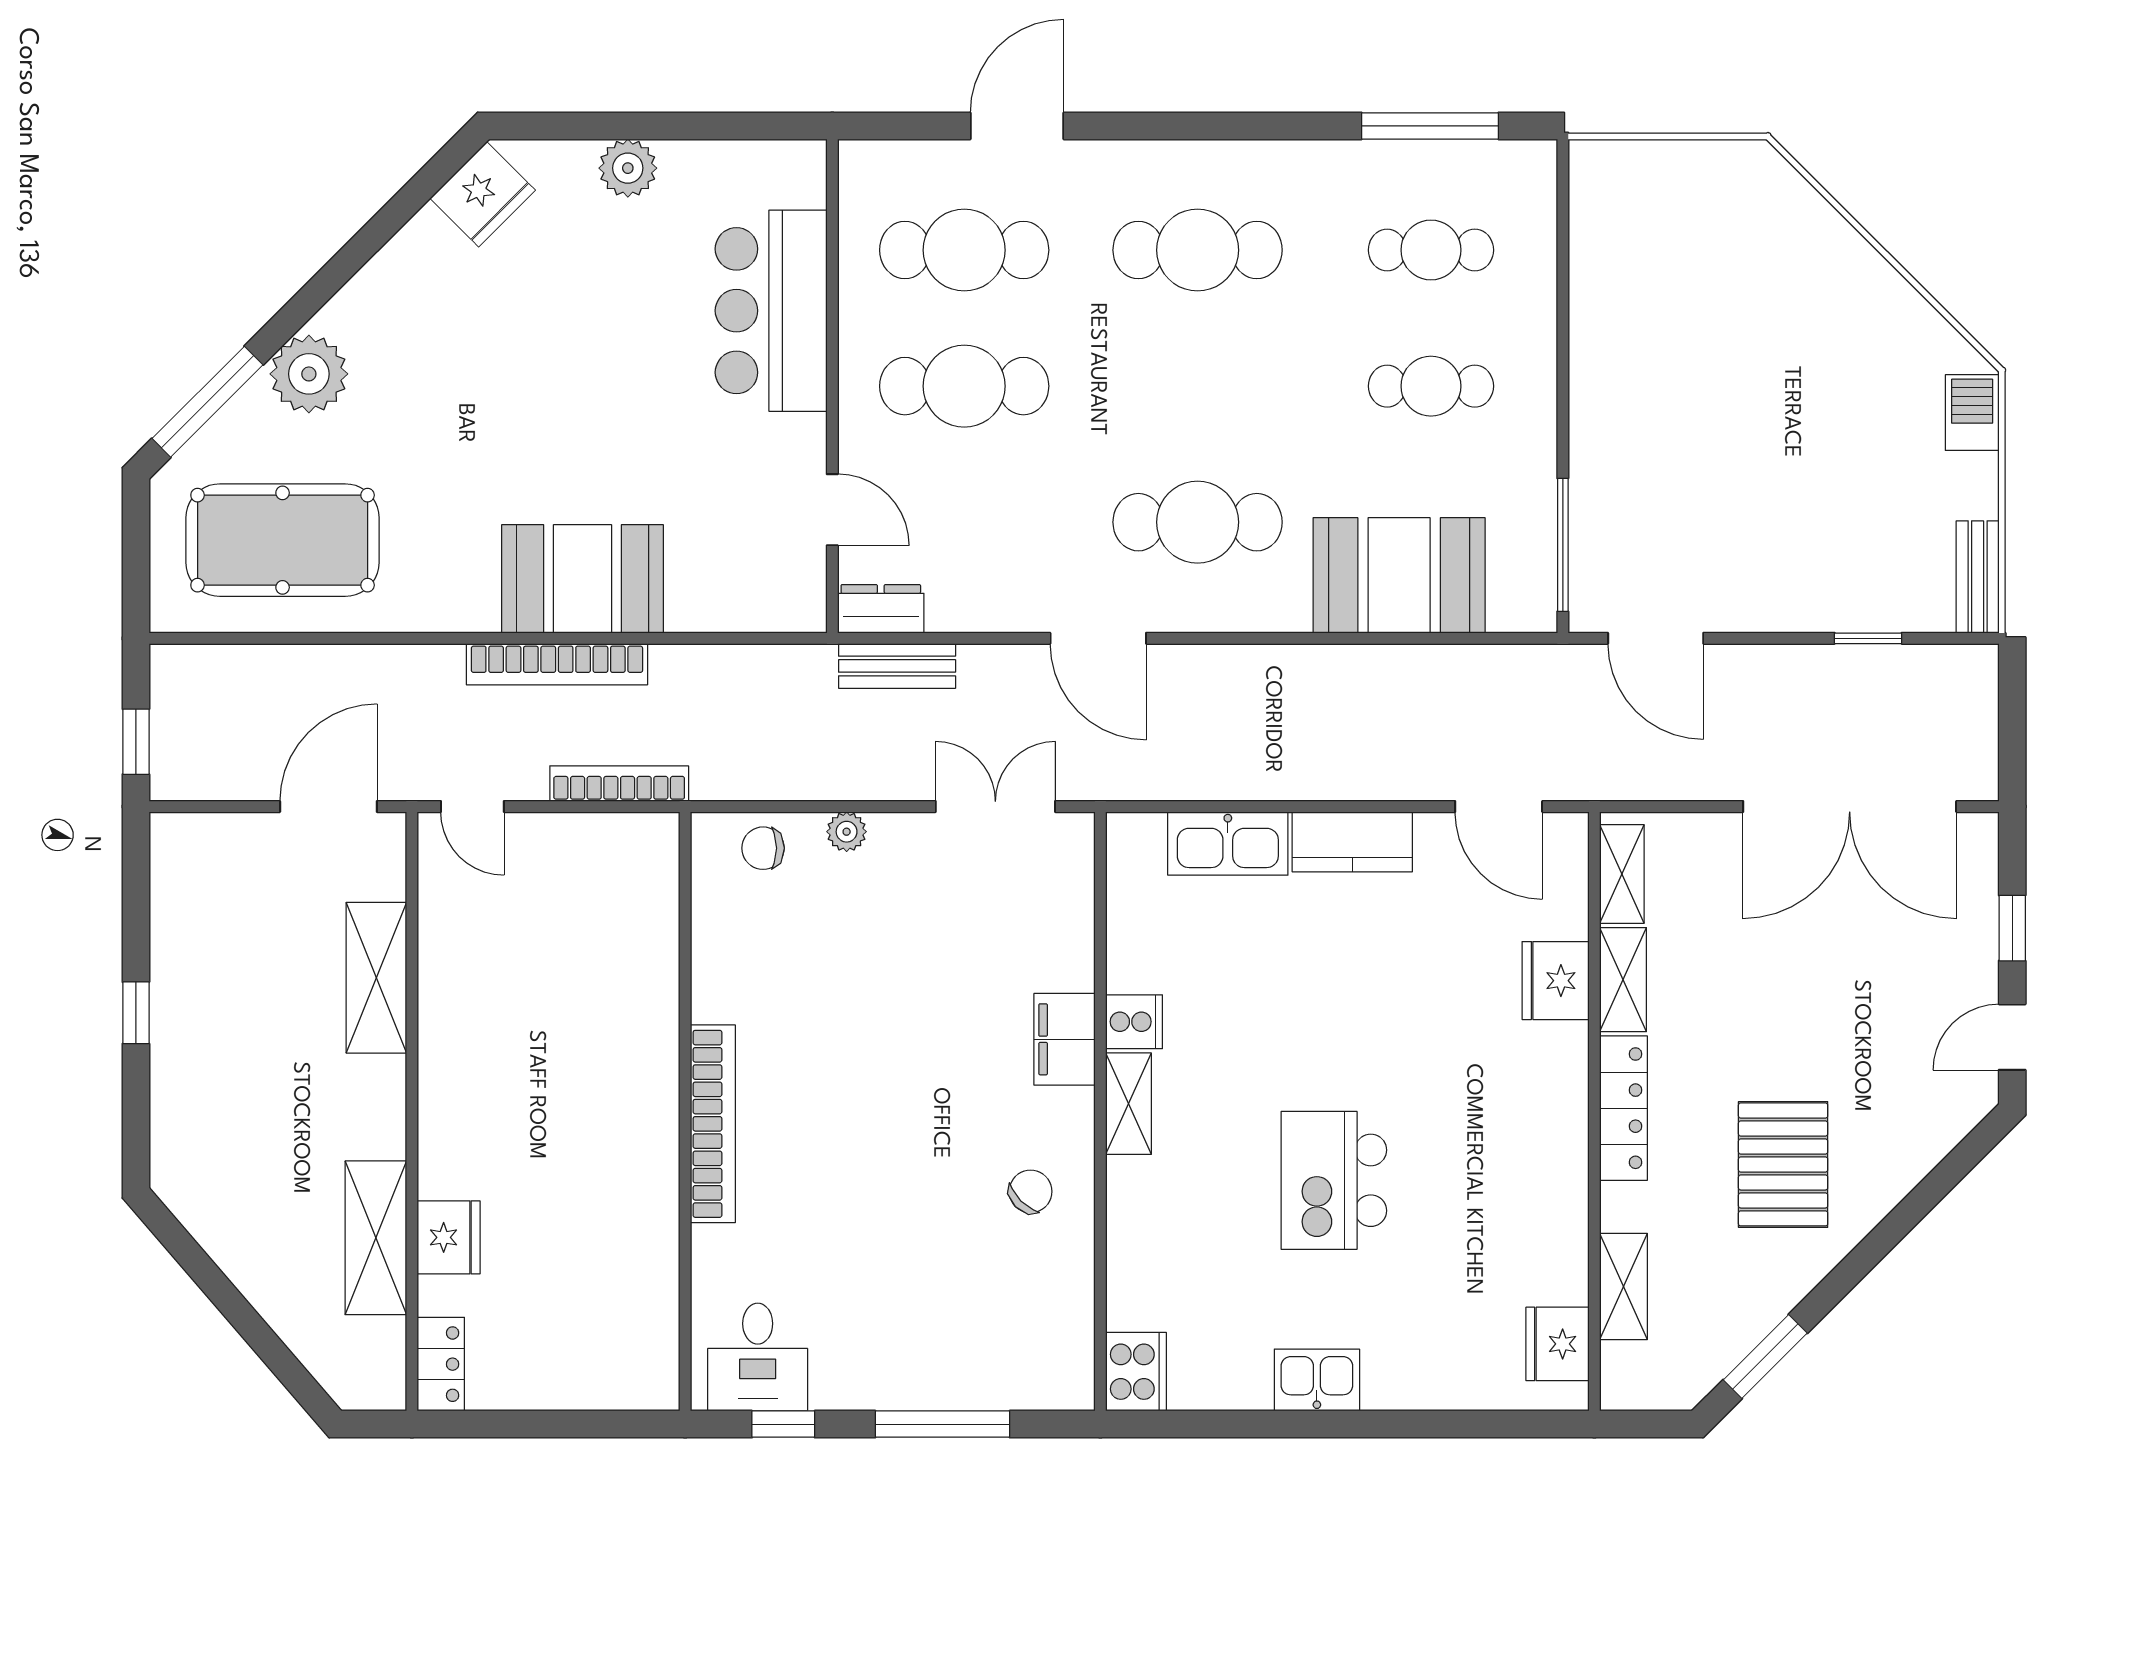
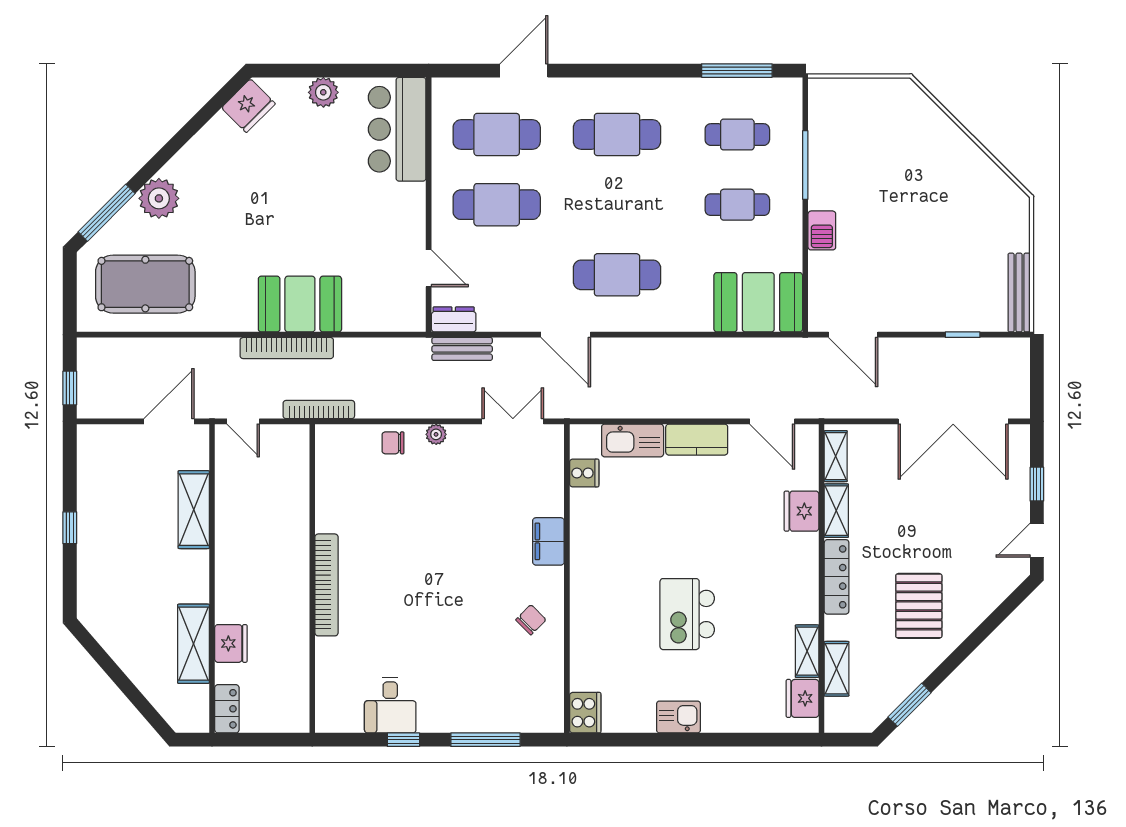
bar counter: (771, 311) -> (397, 129), moved
barbecue: (1972, 413) -> (822, 230), moved, turned 180
window: (1563, 545) -> (805, 165), moved
booth: (1399, 575) -> (758, 302), moved
bench: (1978, 577) -> (1019, 293), width x1.36
cooker: (1134, 1022) -> (584, 473), moved
shelving: (1128, 1104) -> (807, 651), moved
wall: (685, 1111) -> (312, 579), moved
bookcase: (713, 1124) -> (326, 585), moved

